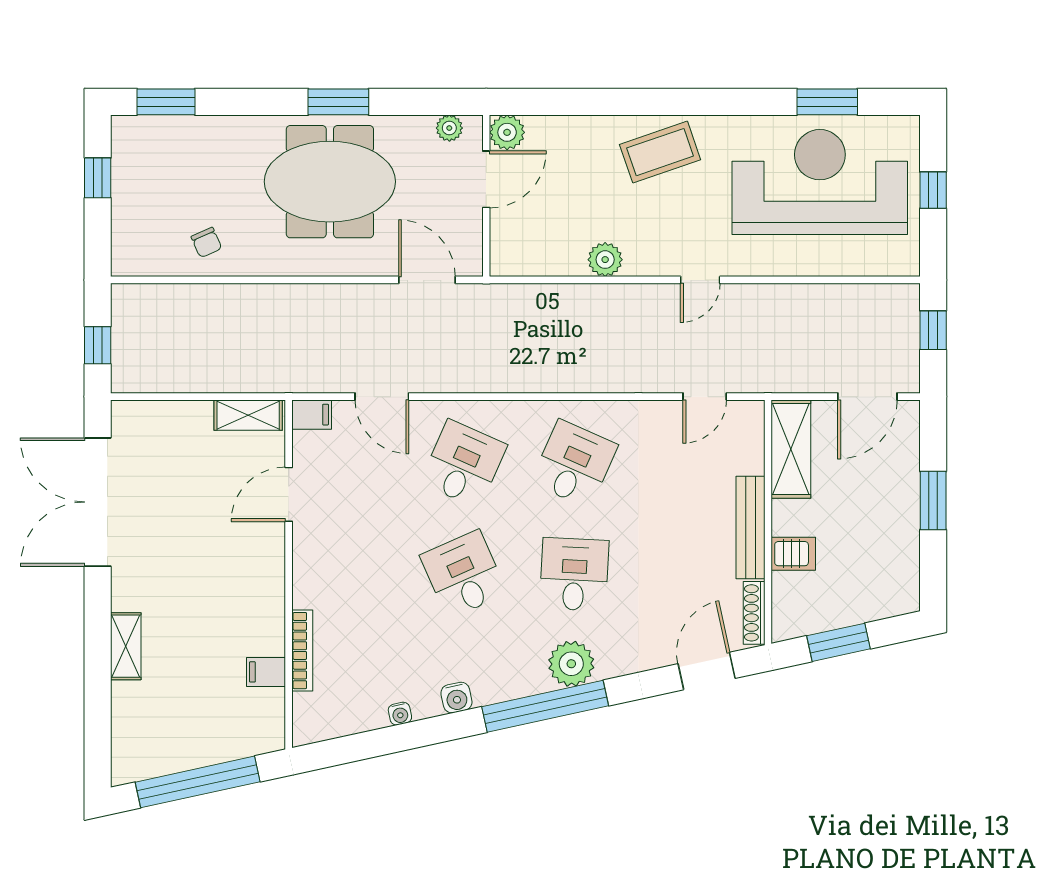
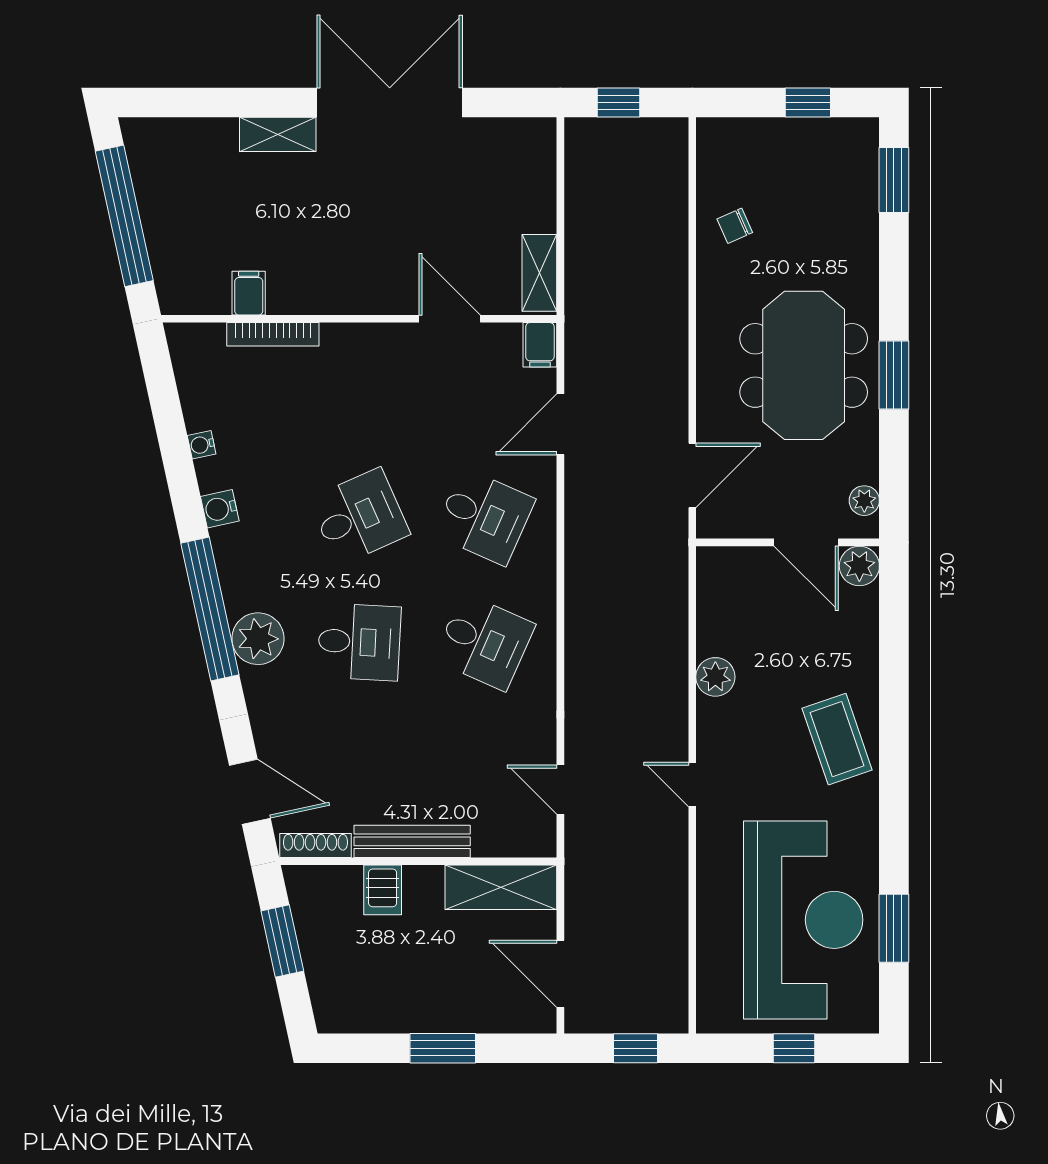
double door: (98, 502) -> (390, 103), moved

